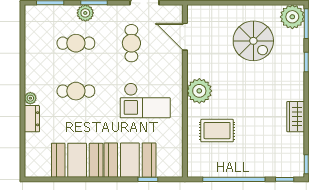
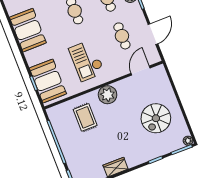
plant: (292, 17) -> (188, 141), width x0.53, depth x0.53
cafe table: (131, 43) -> (122, 36), turned 90
booth: (130, 160) -> (48, 81), moved

